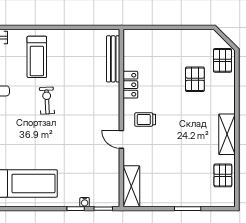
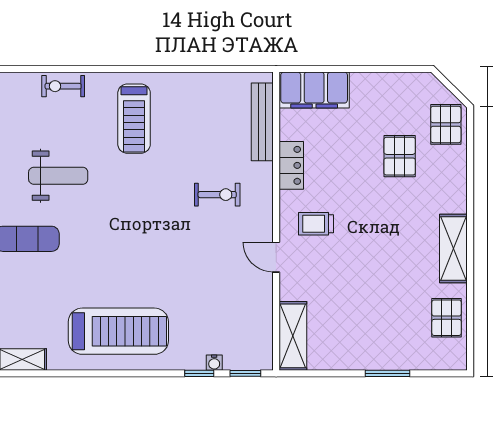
filing cabinet: (144, 40) -> (314, 90), added
exercise bike: (47, 101) -> (217, 195), moved, turned 93

